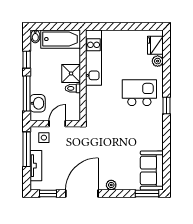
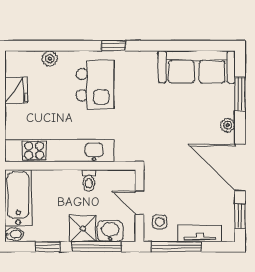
fridge: (155, 45) -> (16, 90), moved, turned -90
kitchen unit: (94, 58) -> (59, 150), width x1.36
shower: (71, 73) -> (83, 229), moved
kitchen island: (139, 93) -> (95, 85), turned 180
sofa: (152, 170) -> (197, 67), width x1.36
window: (147, 194) -> (240, 94), moved

